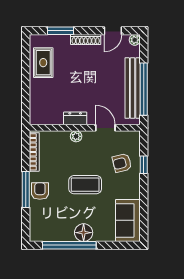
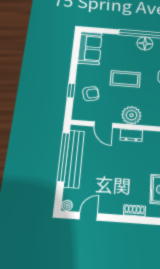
window: (61, 31) -> (142, 220), removed
shoe rack: (86, 40) -> (134, 211), moved, width x0.70
plant: (76, 136) -> (131, 115), width x1.88, depth x1.88
floor lamp: (84, 233) -> (145, 43), moved

